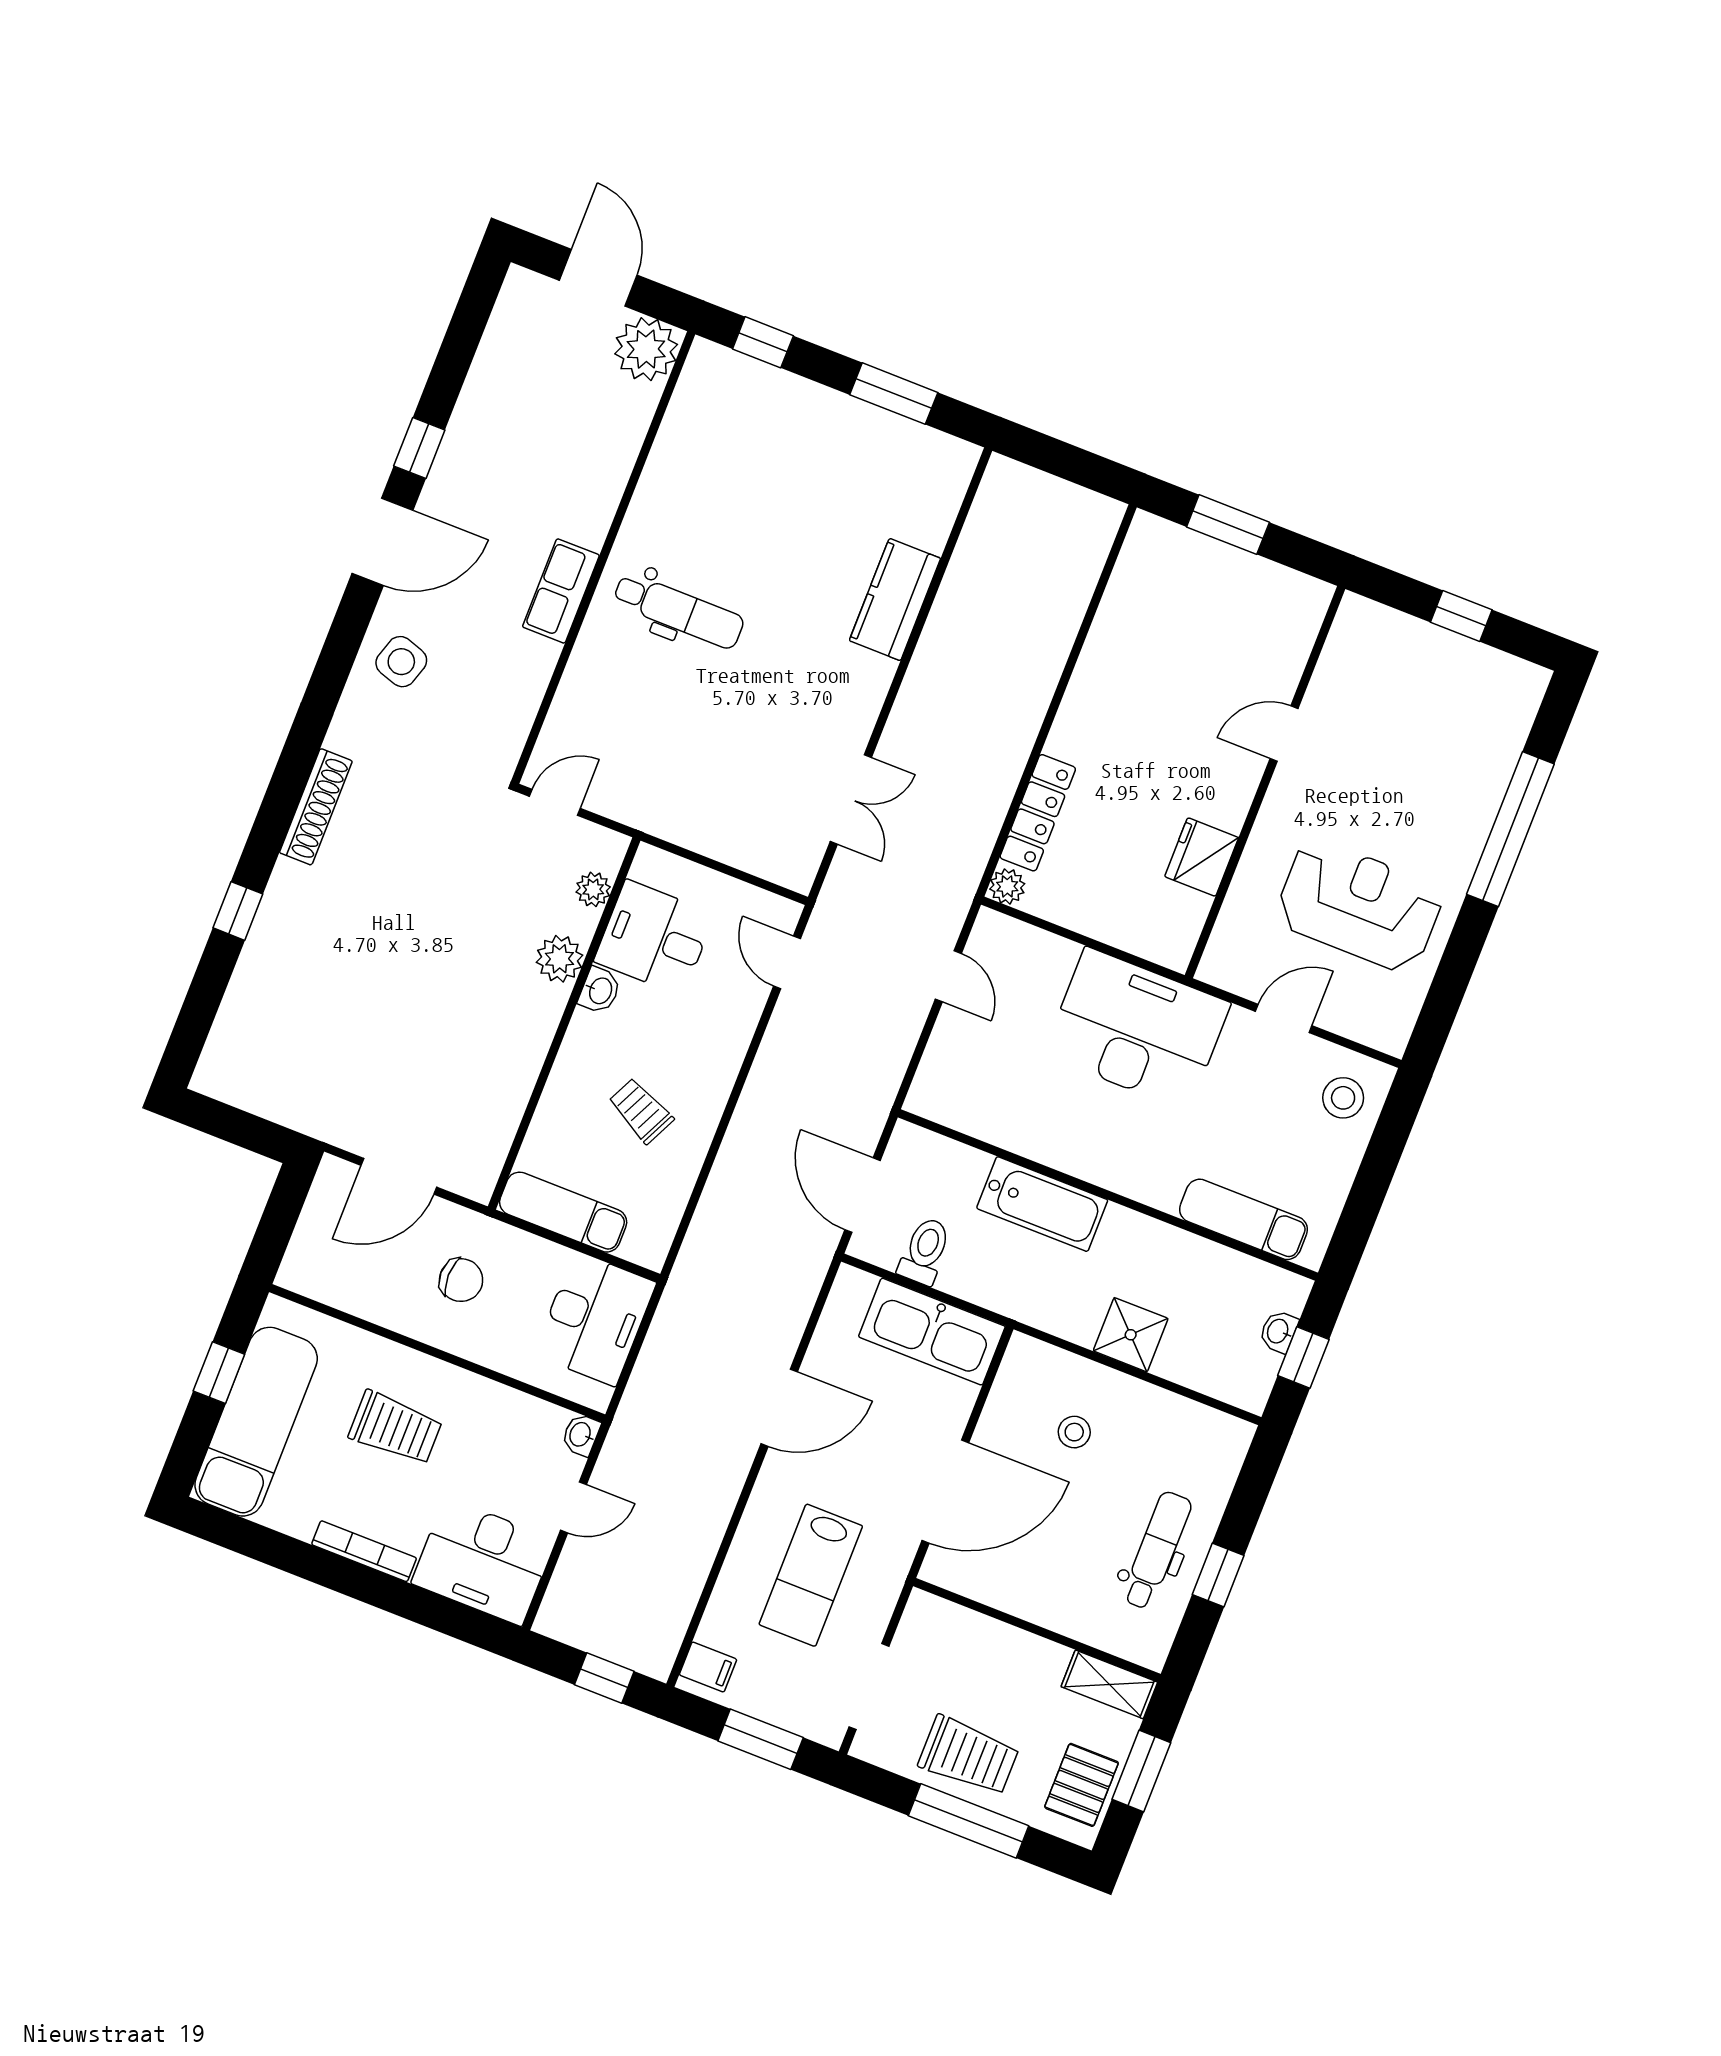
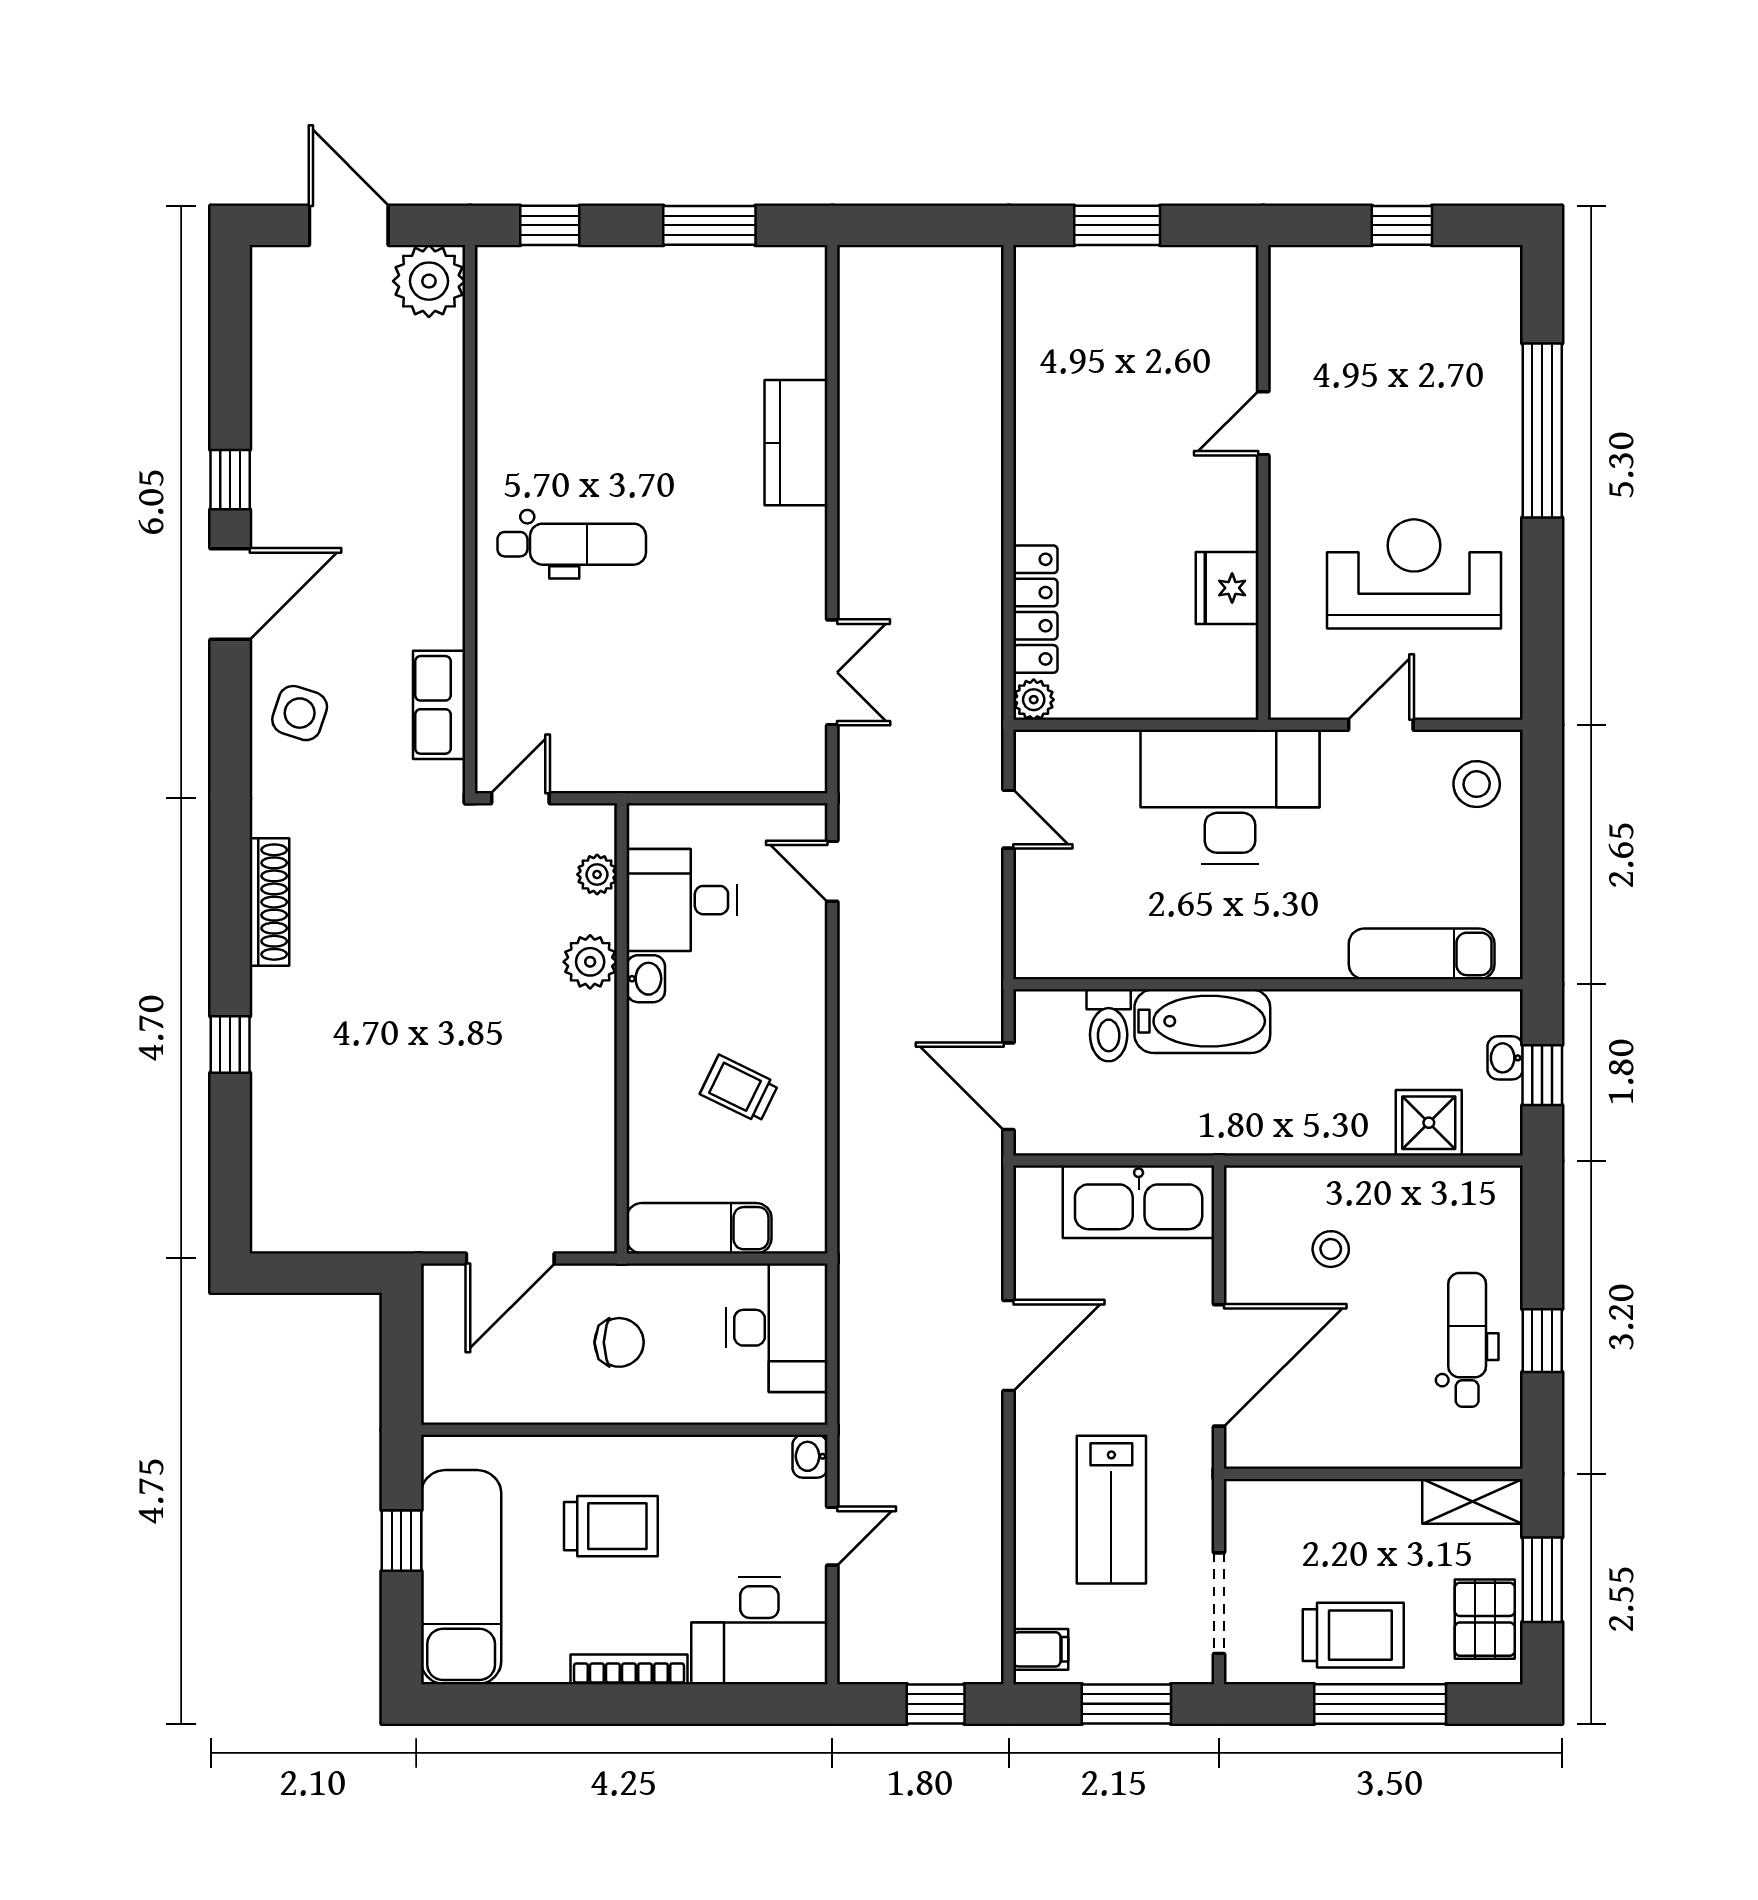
row of seats: (561, 591) -> (439, 705), moved
toilet: (925, 1251) -> (1109, 1025), moved, turned 180
shower: (1131, 1335) -> (1429, 1123), moved

